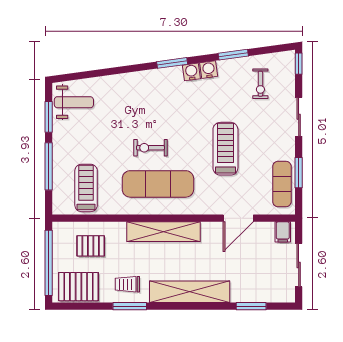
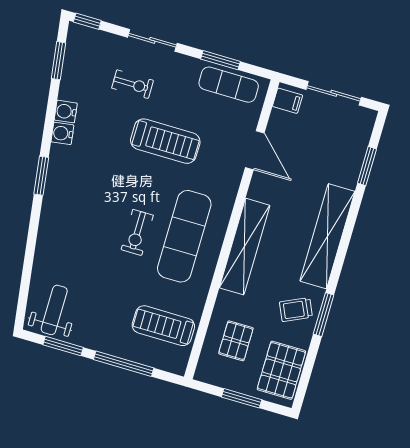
window: (233, 55) -> (58, 61), moved
water cooler: (191, 72) -> (66, 112), moved
exercise bike: (260, 84) -> (133, 84), moved
treadmill: (225, 149) -> (165, 141), turned 180
window: (49, 263) -> (242, 398), width x0.47
trolley: (127, 284) -> (296, 310), turned 65

